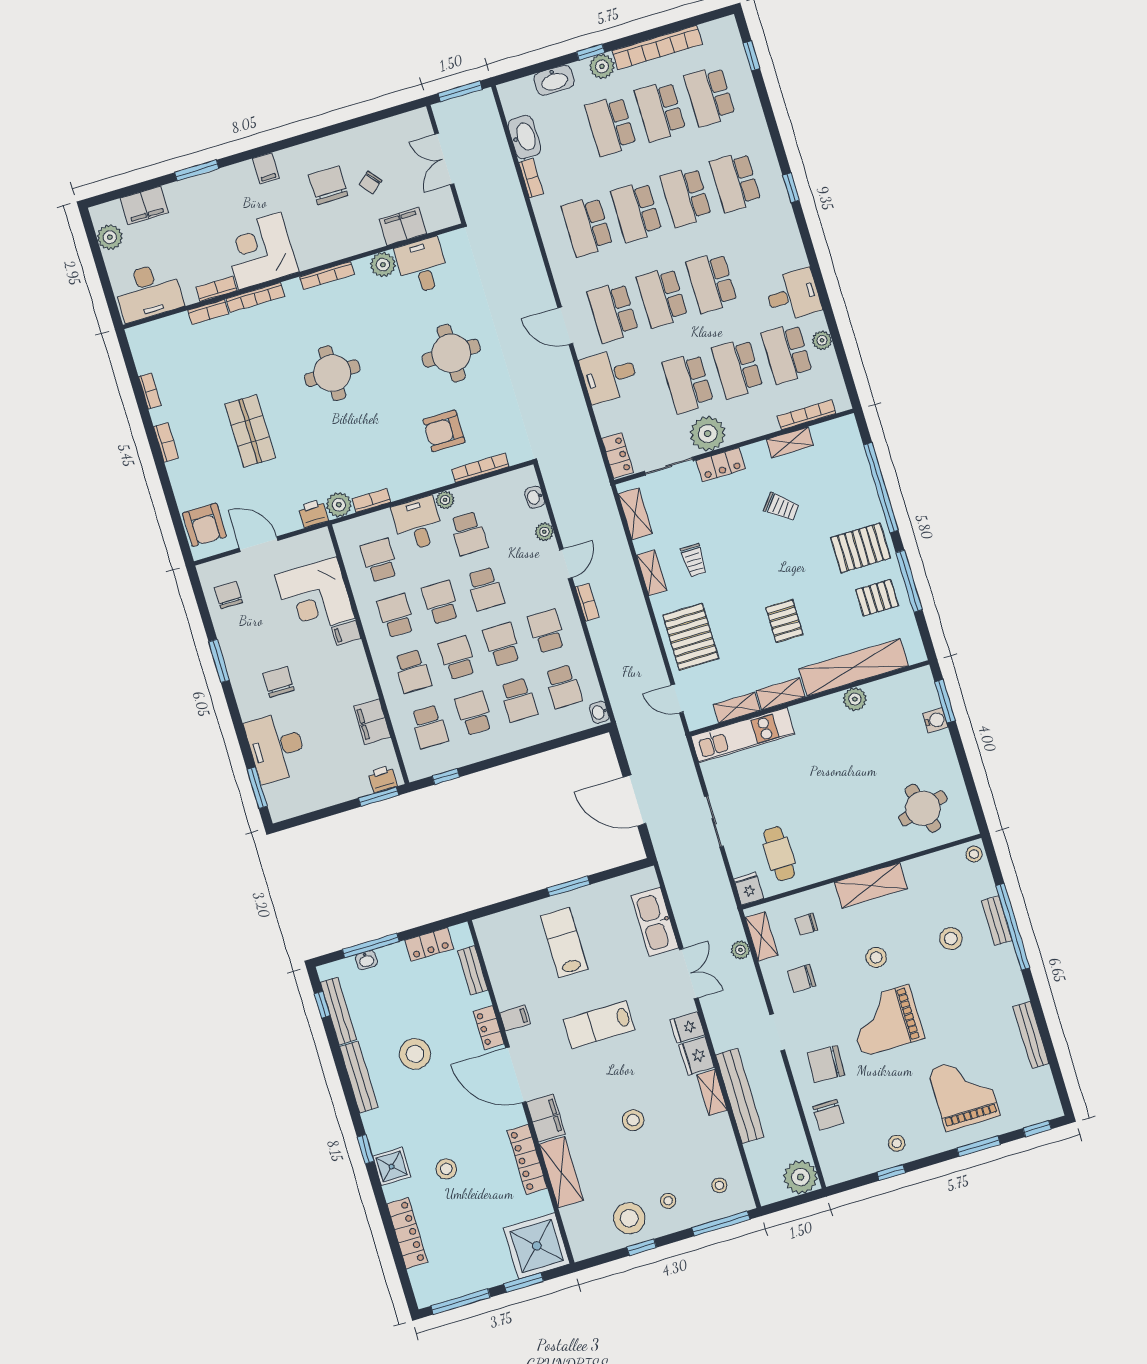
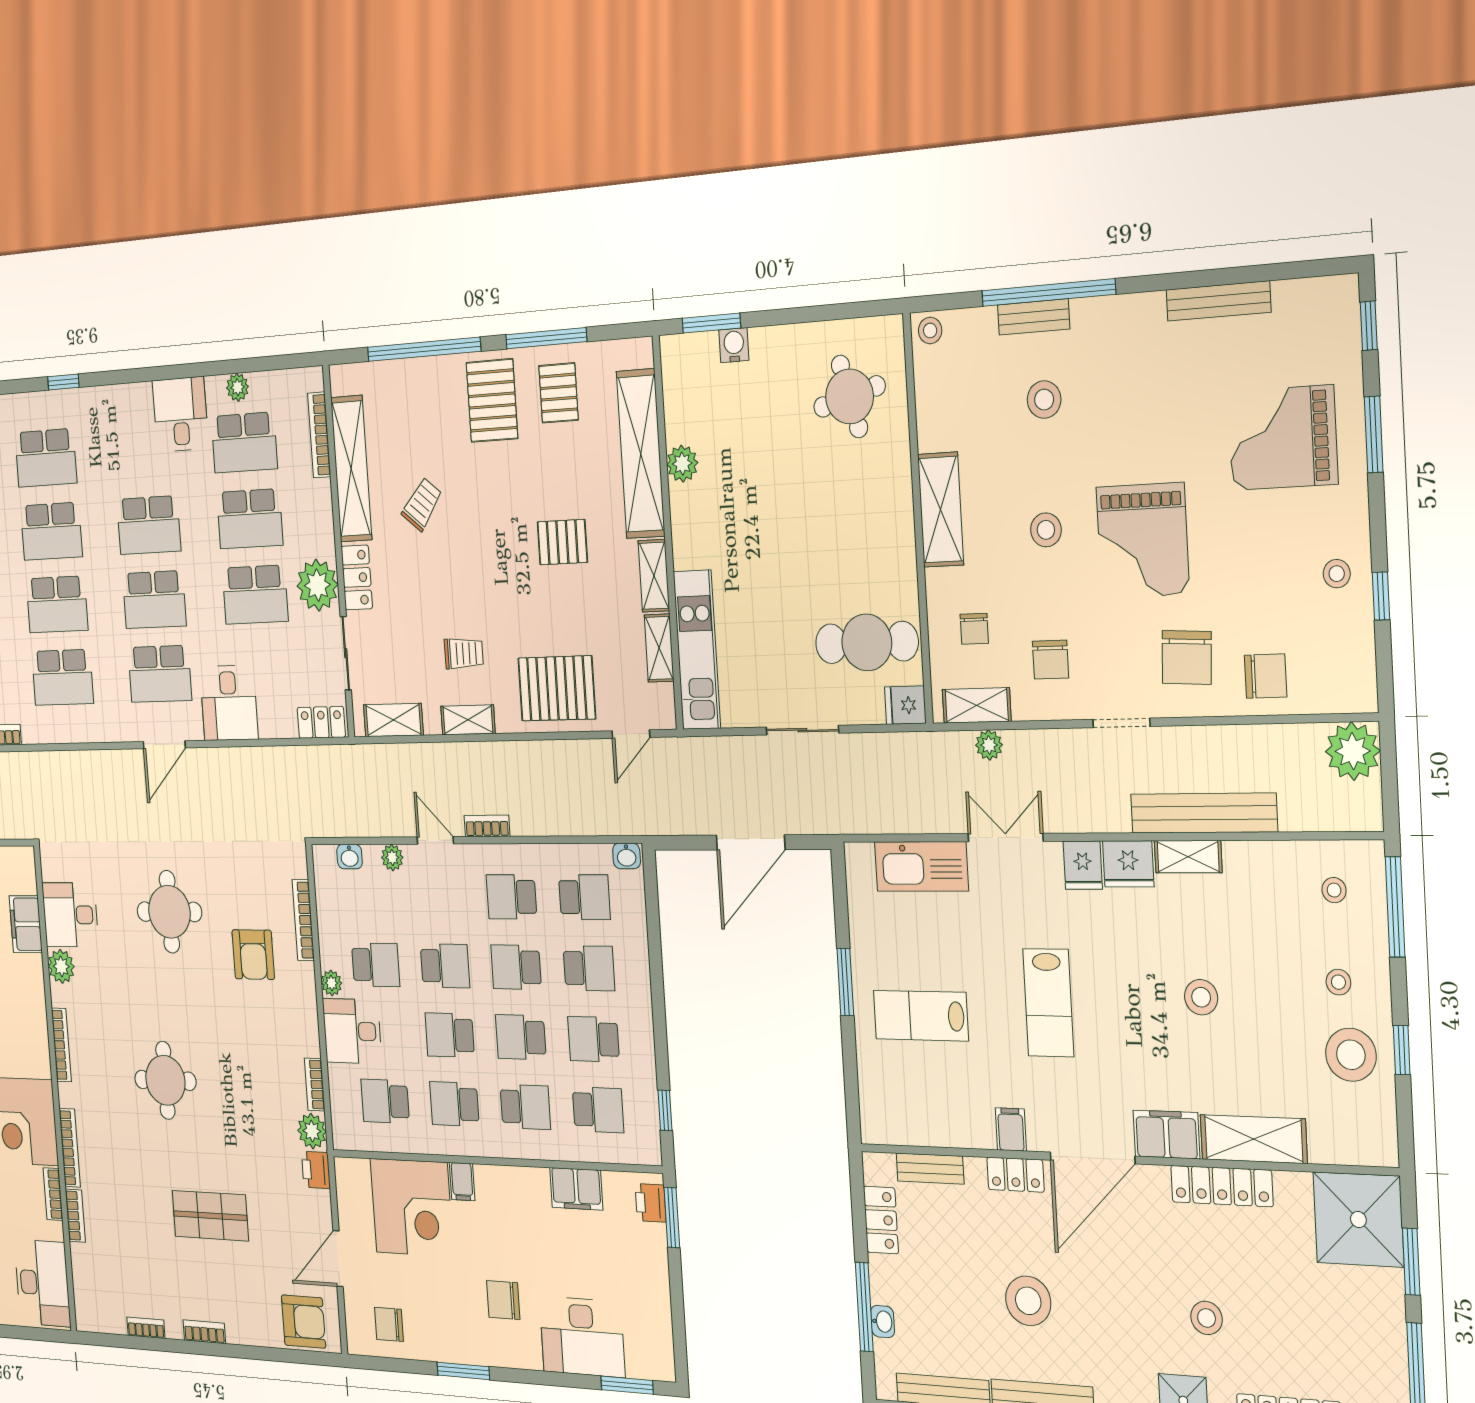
shelving: (790, 442) -> (351, 469), width x2.20, depth x1.33
cafe table: (779, 854) -> (867, 642), width x1.37, depth x1.35

